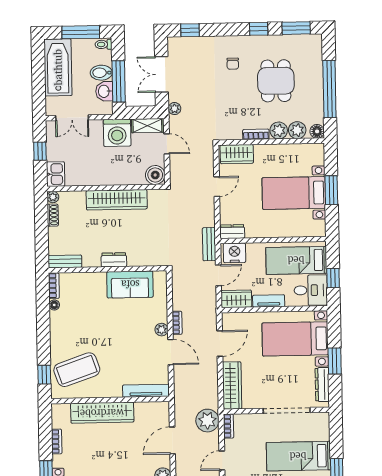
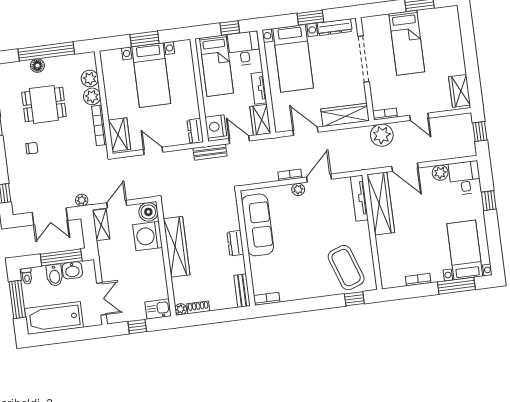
floor lamp: (317, 131) -> (37, 66), moved
washing machine: (117, 133) -> (148, 236), moved, turned 180
bookcase: (256, 134) -> (99, 125), width x1.56
sofa: (130, 284) -> (258, 225), width x1.36
floor lamp: (54, 305) -> (285, 296), removed
wardrobe: (102, 413) -> (381, 203), moved

